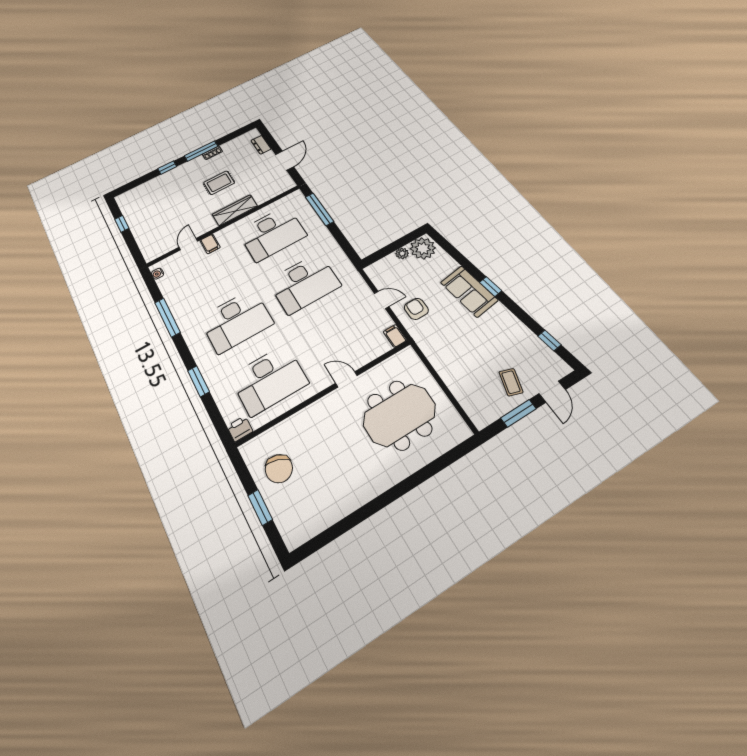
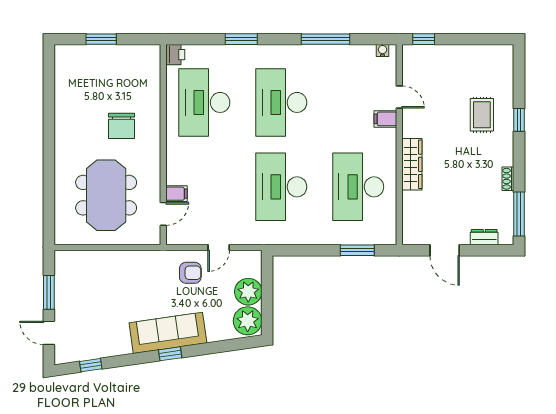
window: (201, 151) -> (519, 214), moved
rug: (219, 183) -> (482, 115), moved
window: (319, 209) -> (357, 250), width x0.69
window: (122, 224) -> (424, 39), moved
plant: (402, 253) -> (248, 292), width x1.88, depth x1.88
sofa: (469, 291) -> (168, 333), width x1.36
filing cabinet: (395, 336) -> (177, 194), moved
door: (346, 379) -> (163, 214), moved
coffee table: (511, 382) -> (77, 306), removed
chair: (279, 469) -> (121, 126), moved, turned -109

